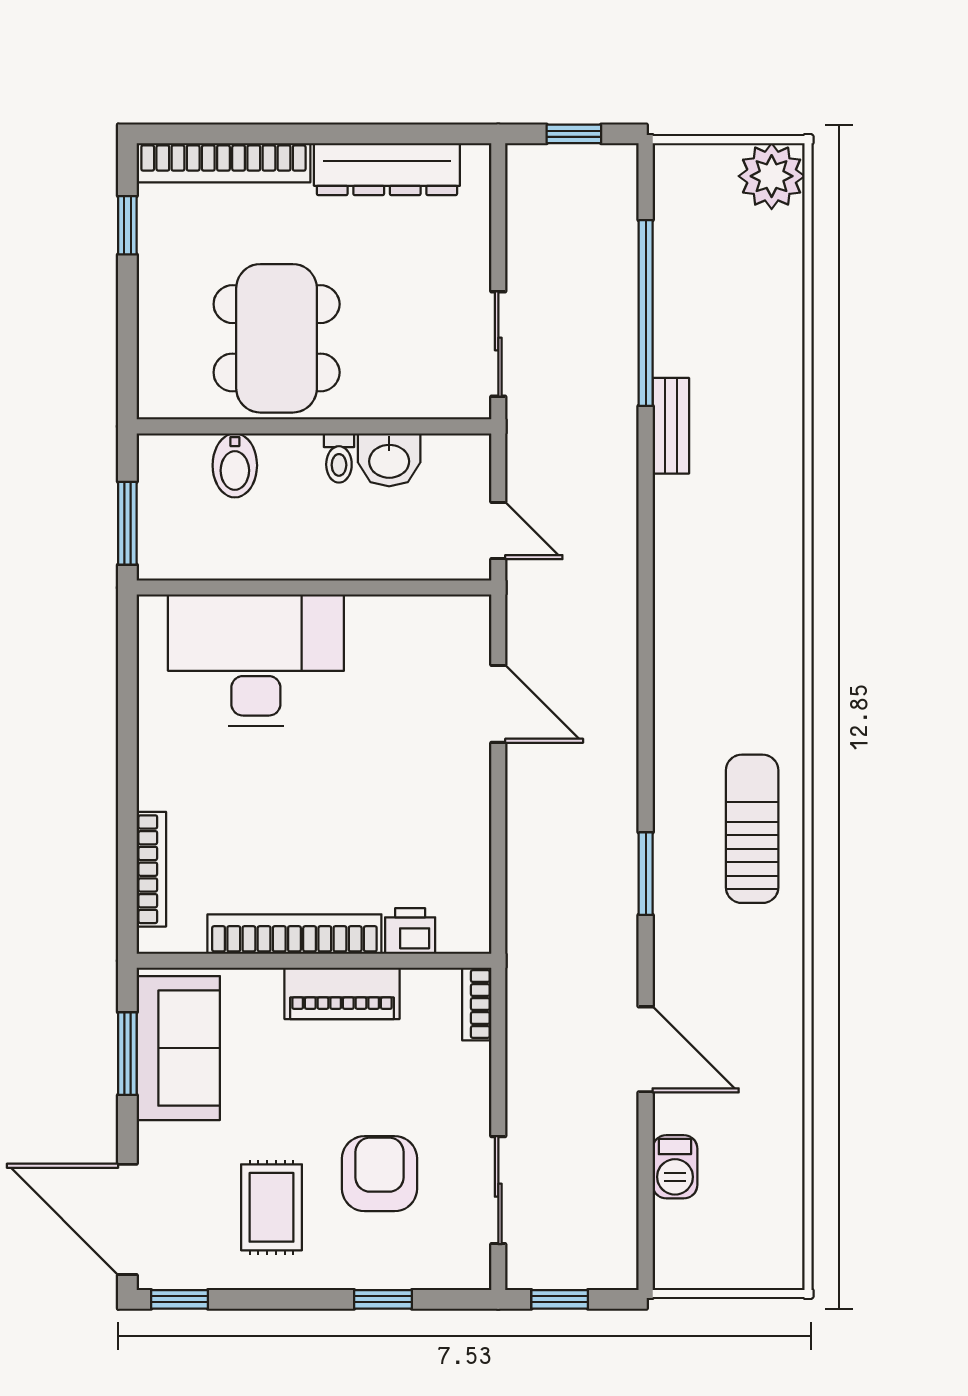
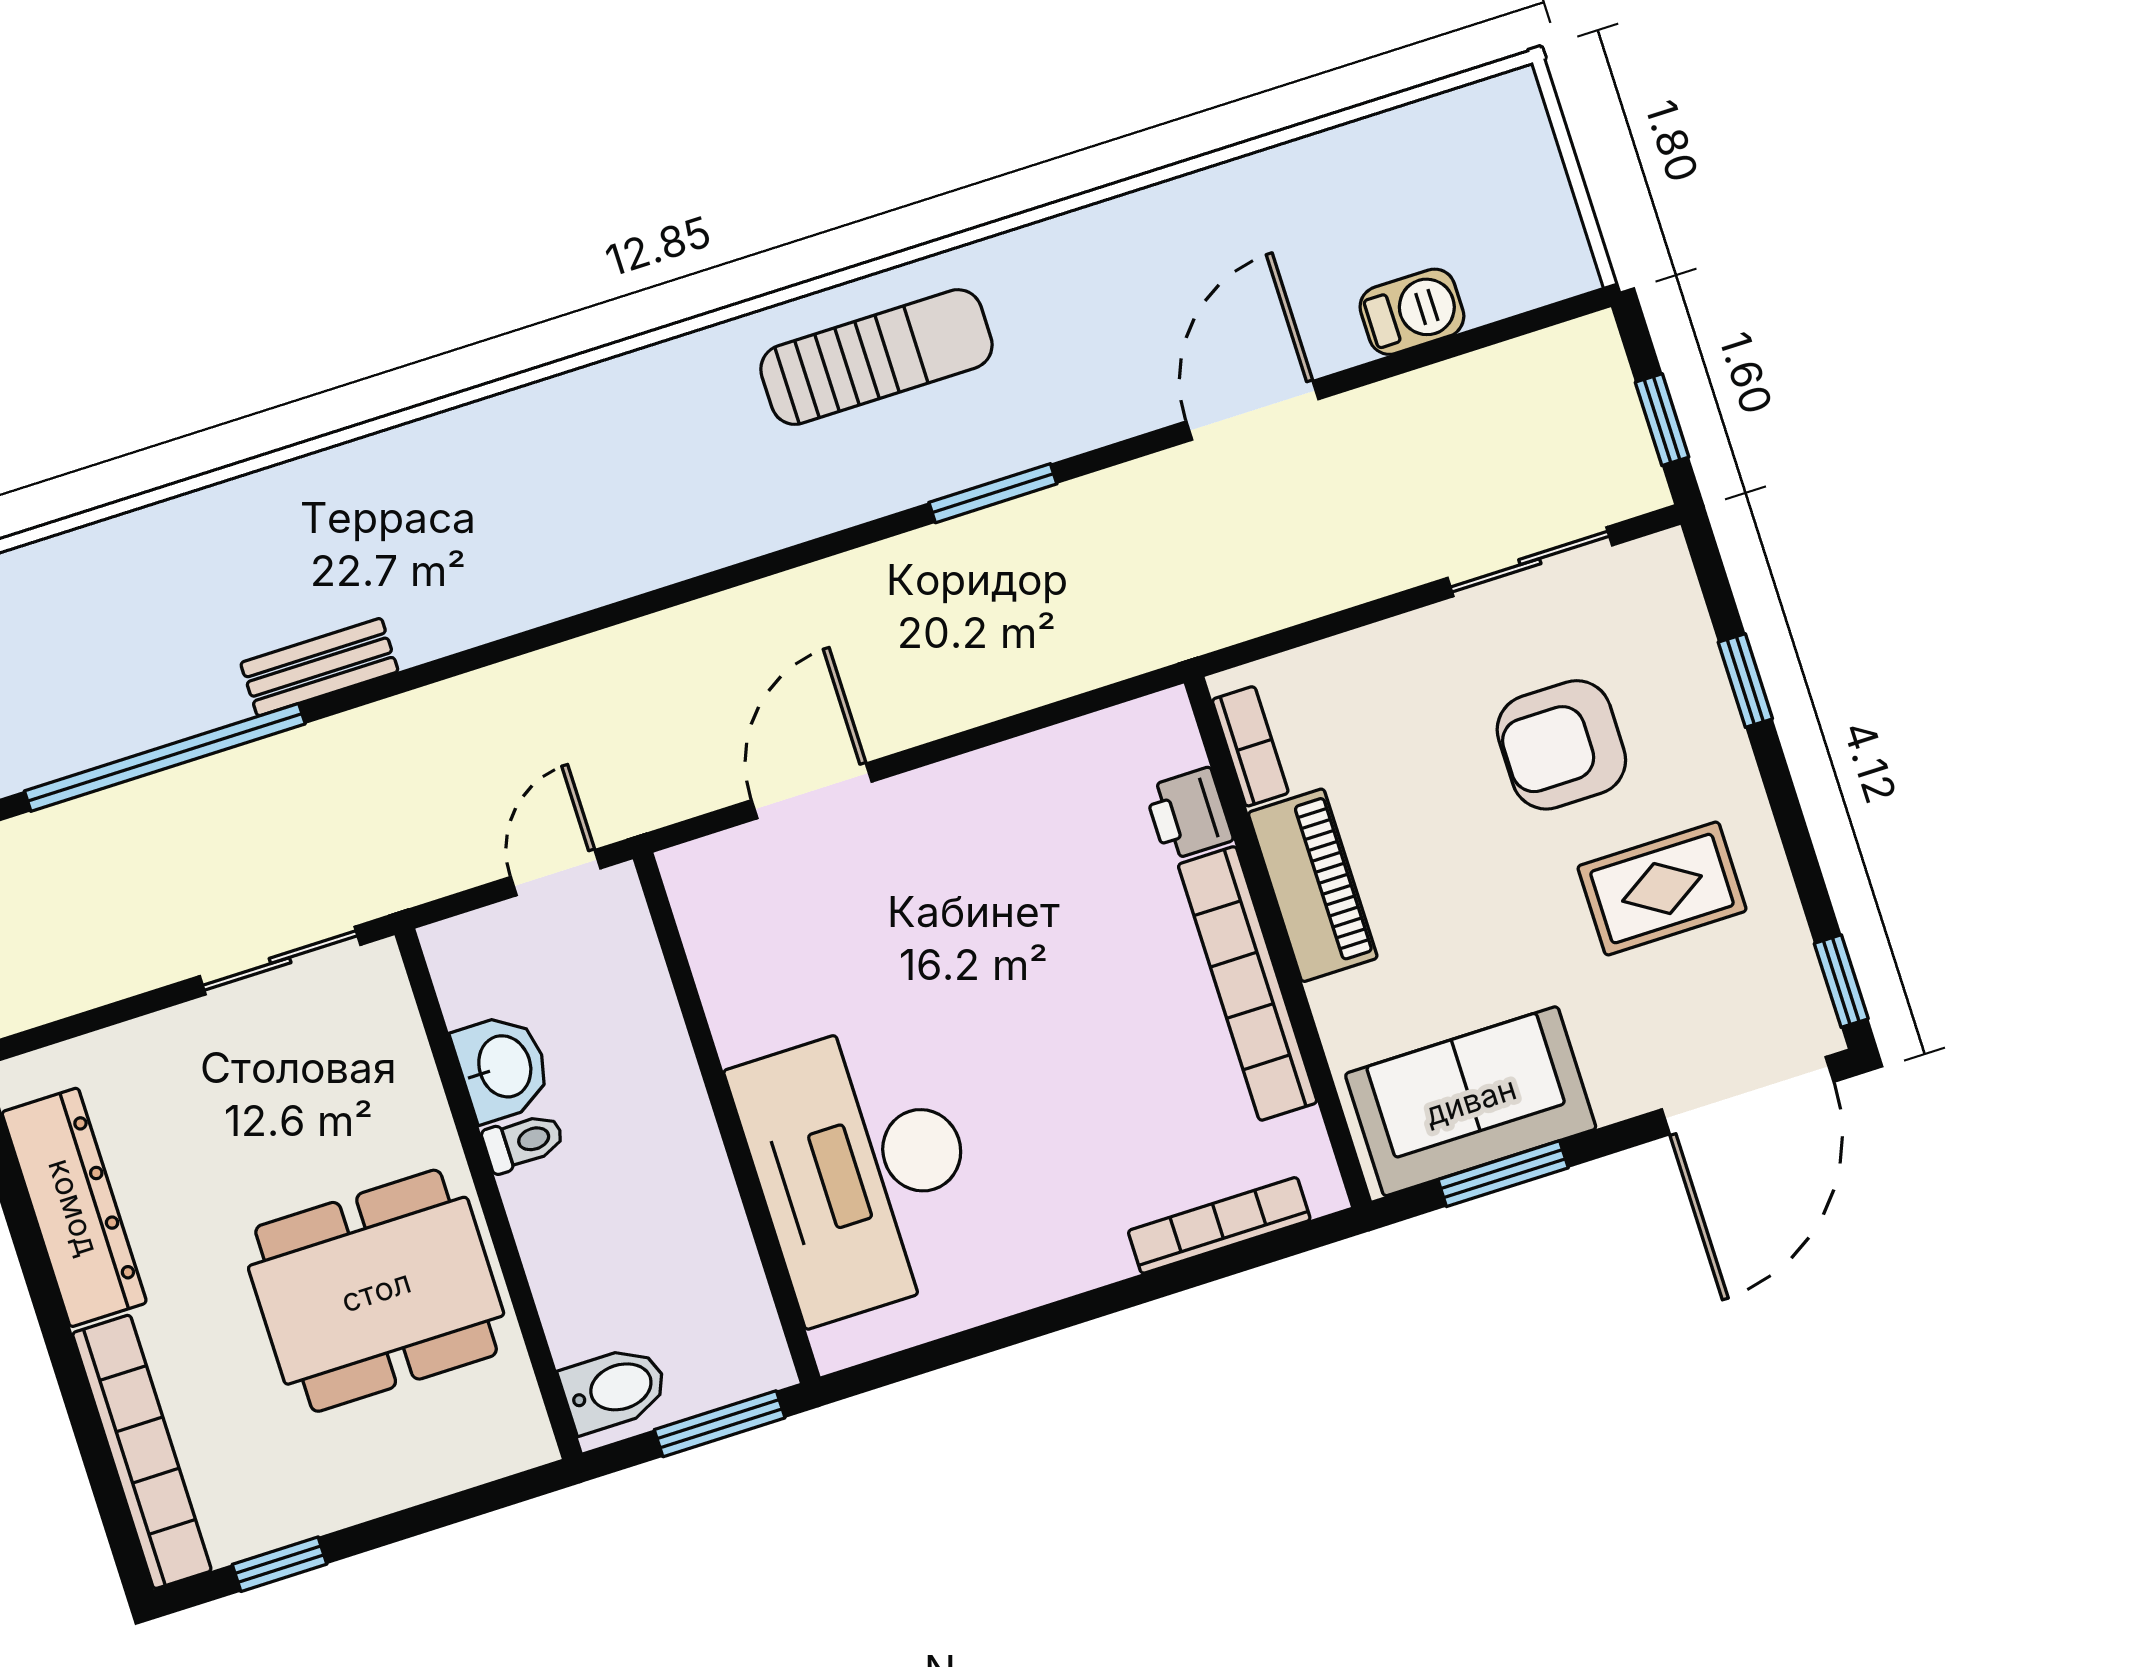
bidet: (235, 465) -> (614, 1389), moved
sun lounger: (752, 829) -> (876, 357), turned 180
bookcase: (477, 1004) -> (1250, 746), moved, turned -90

